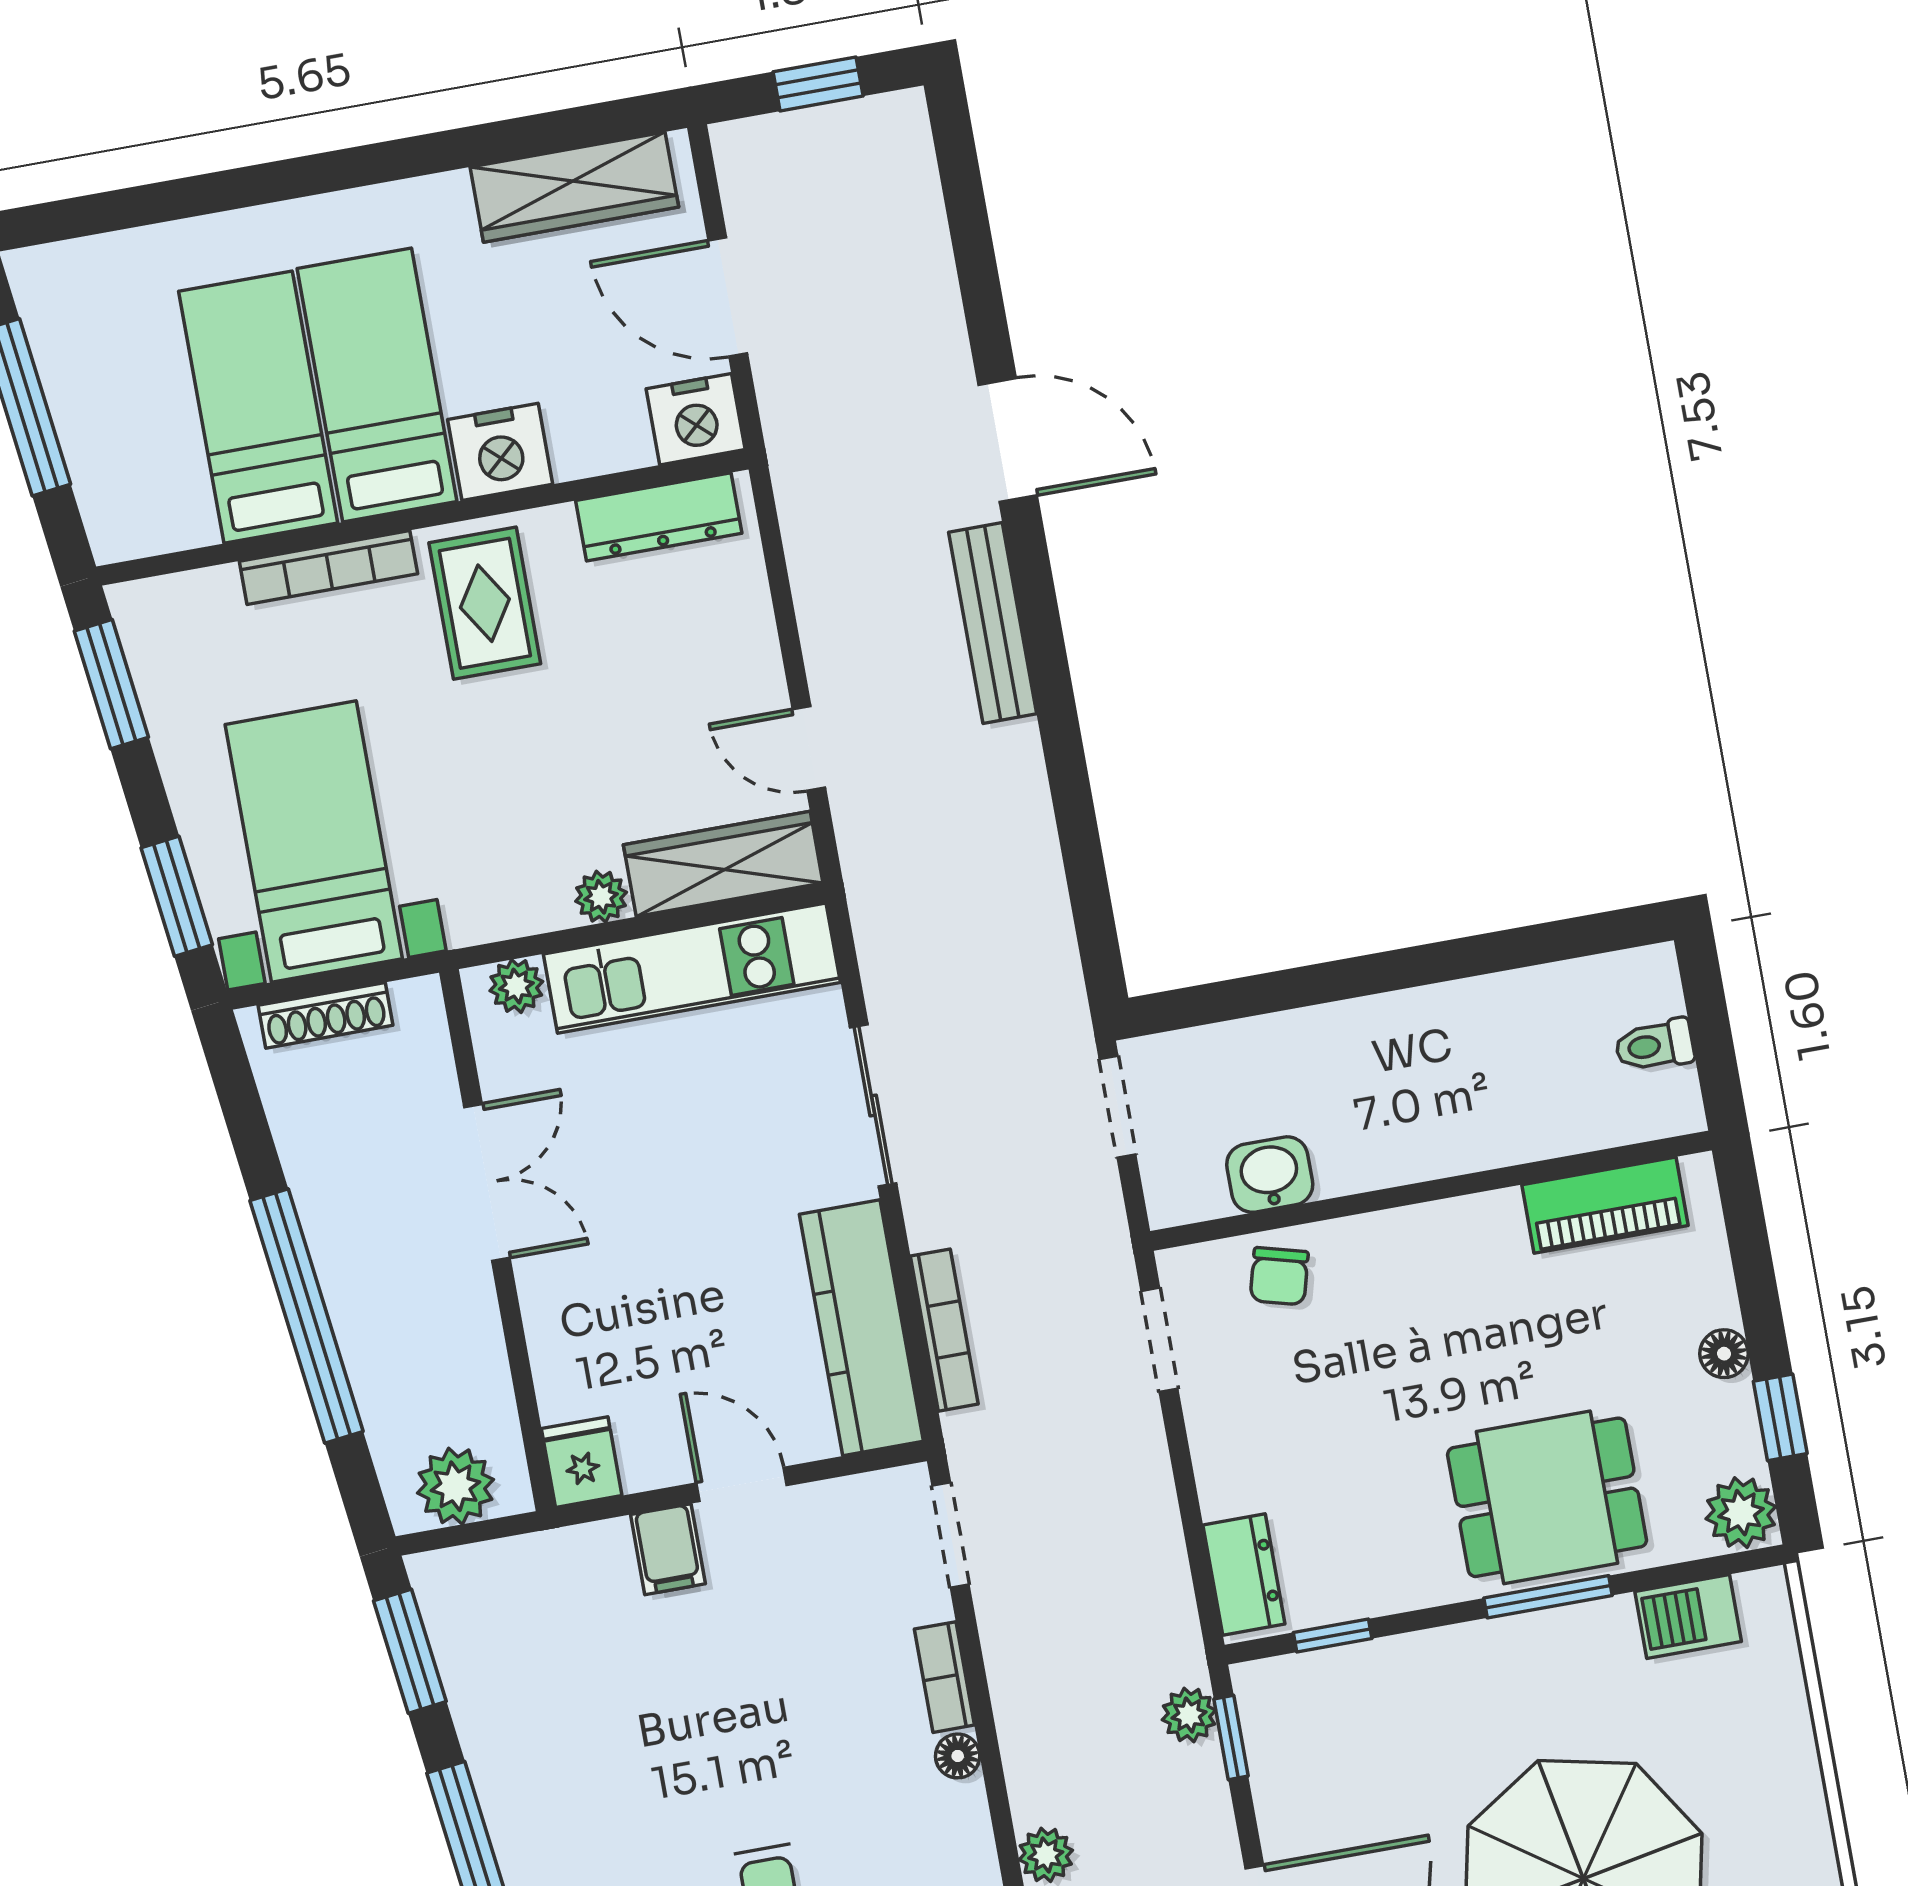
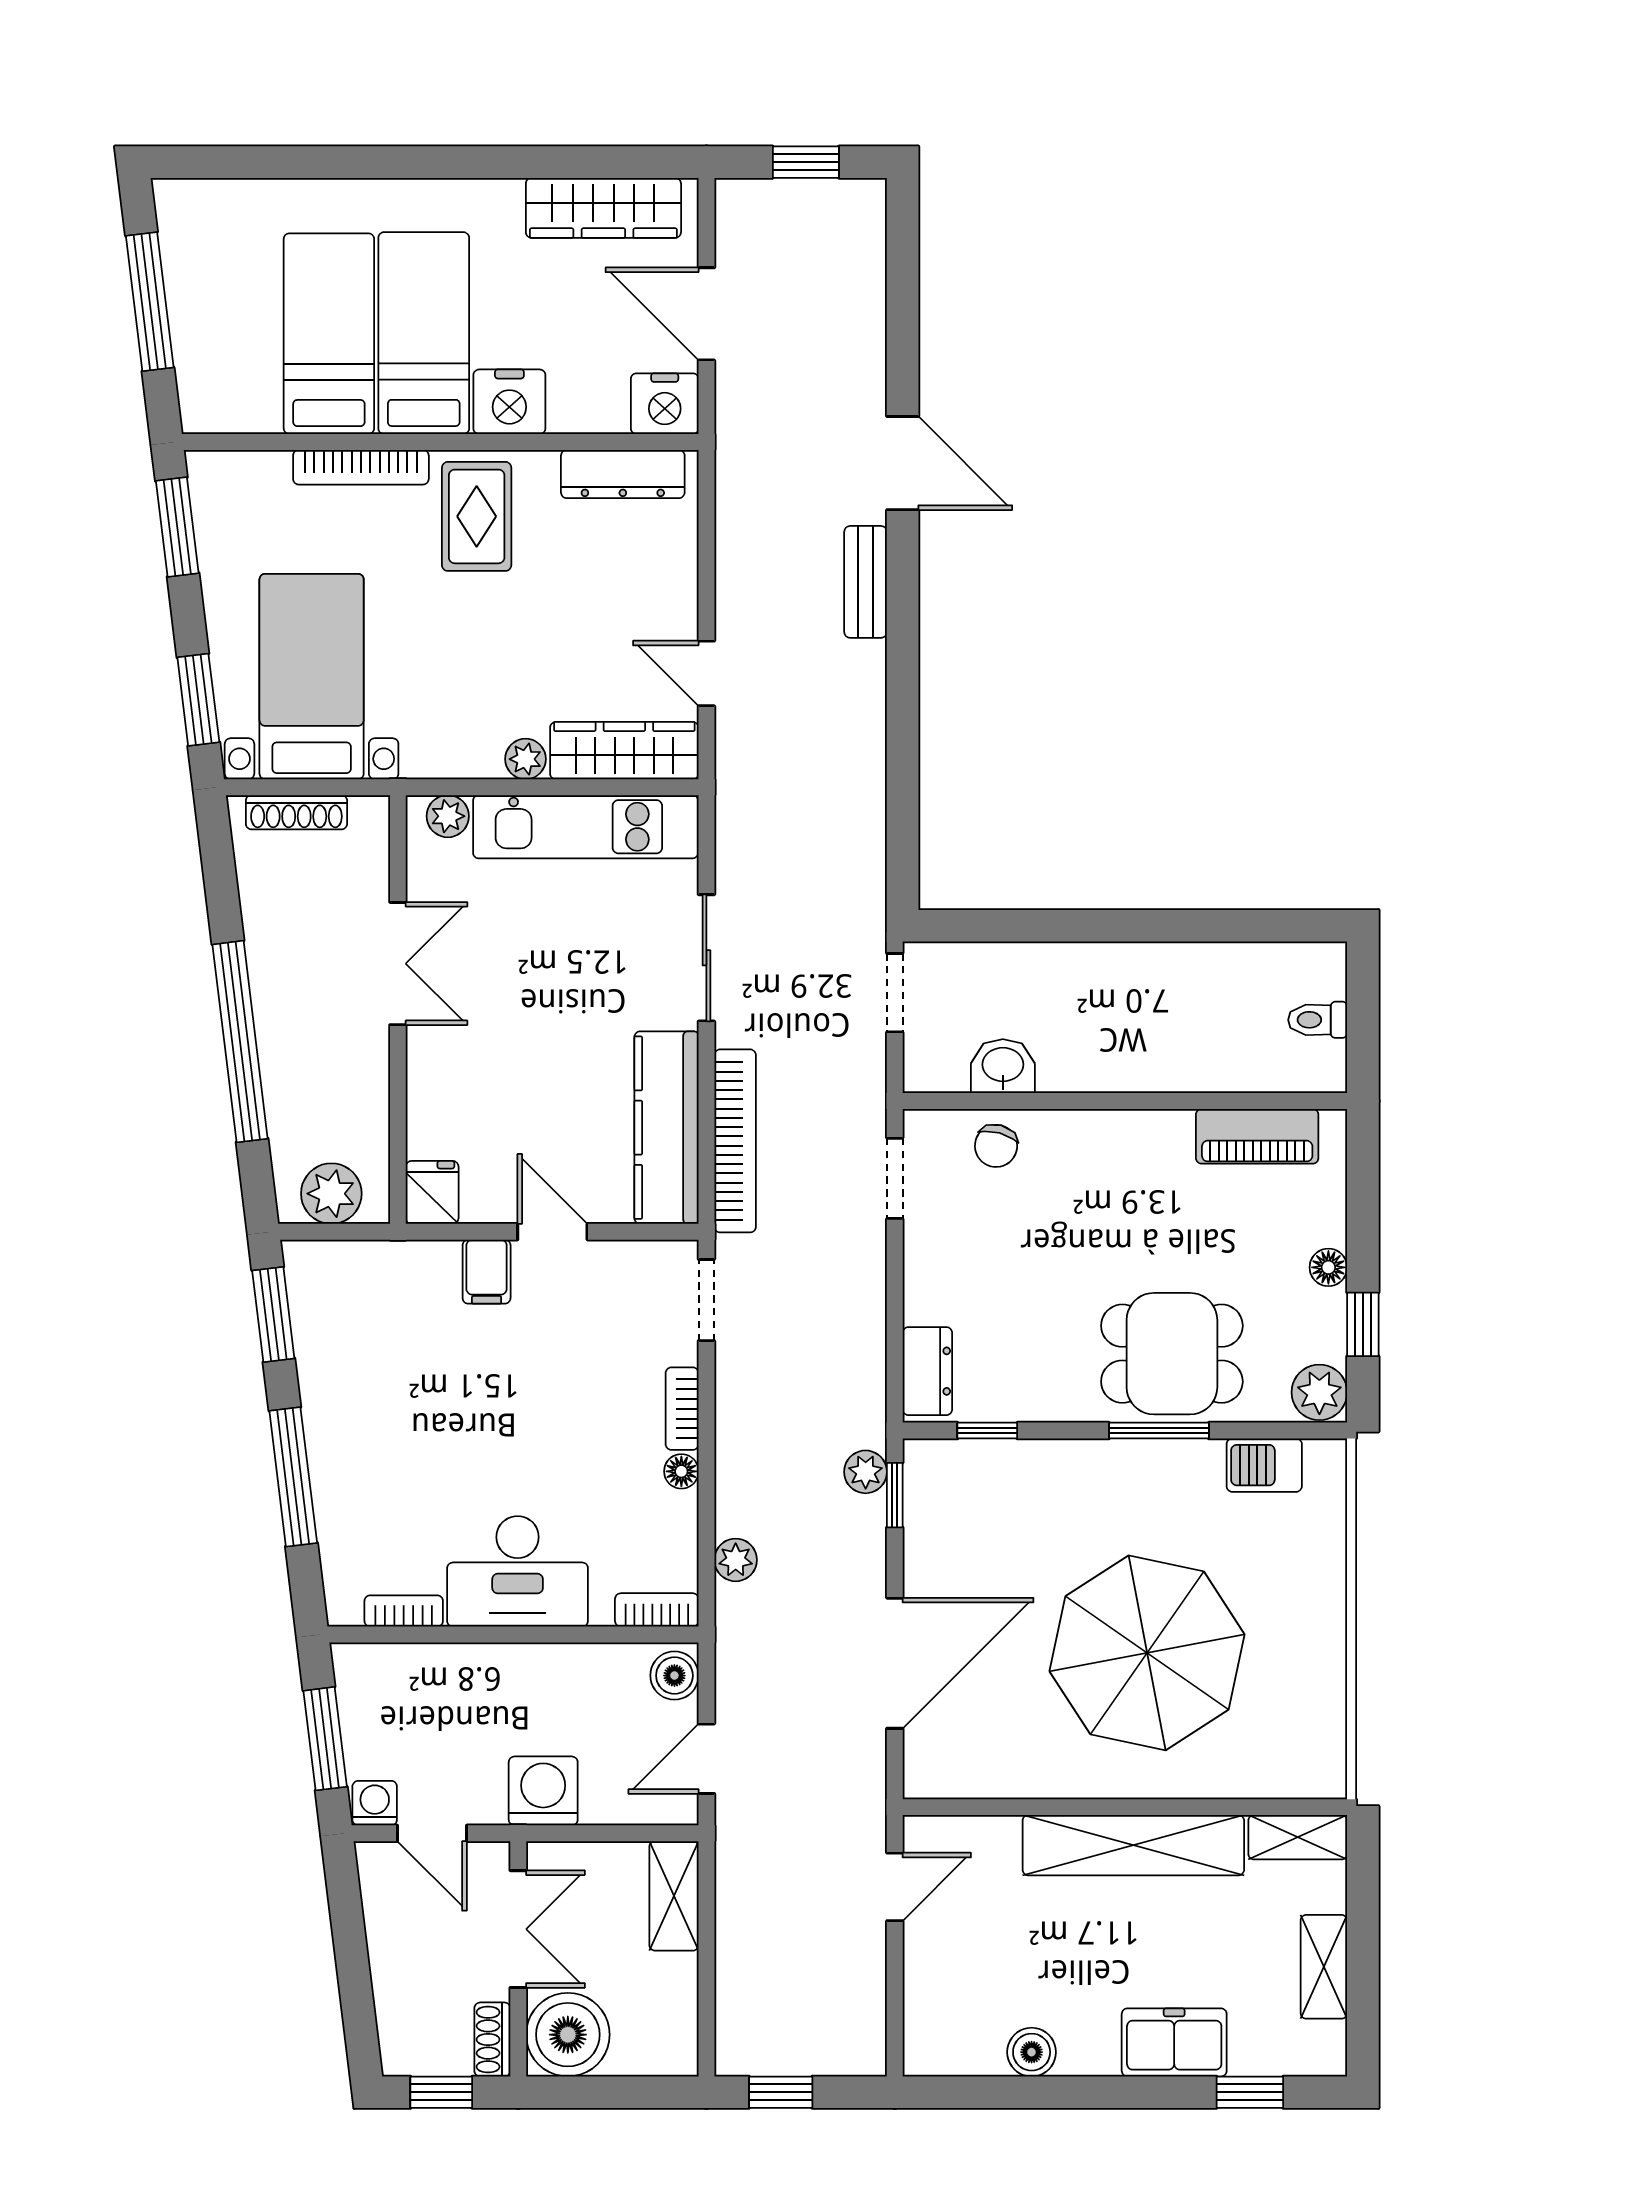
bench: (993, 623) -> (866, 582), width x0.73
bookcase: (944, 1330) -> (735, 1141), width x1.48, depth x1.31

